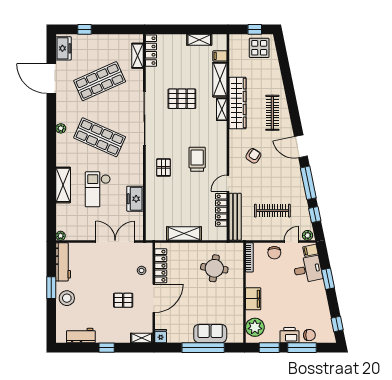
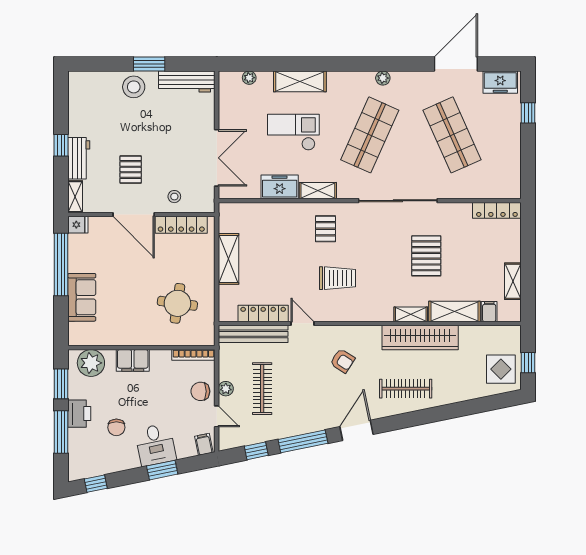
shelving: (138, 56) -> (318, 191), moved
pallet: (163, 167) -> (325, 229), turned 90
plant: (308, 235) -> (226, 389), moved
plant: (61, 236) -> (249, 78), moved
desk: (308, 269) -> (155, 445), moved
chair: (309, 335) -> (116, 427), moved
workbench: (81, 336) -> (79, 158), moved
window: (203, 348) -> (61, 265), moved

